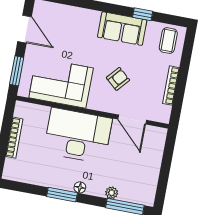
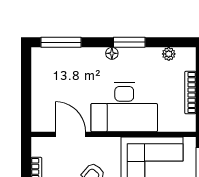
plant: (112, 193) -> (169, 54), moved

